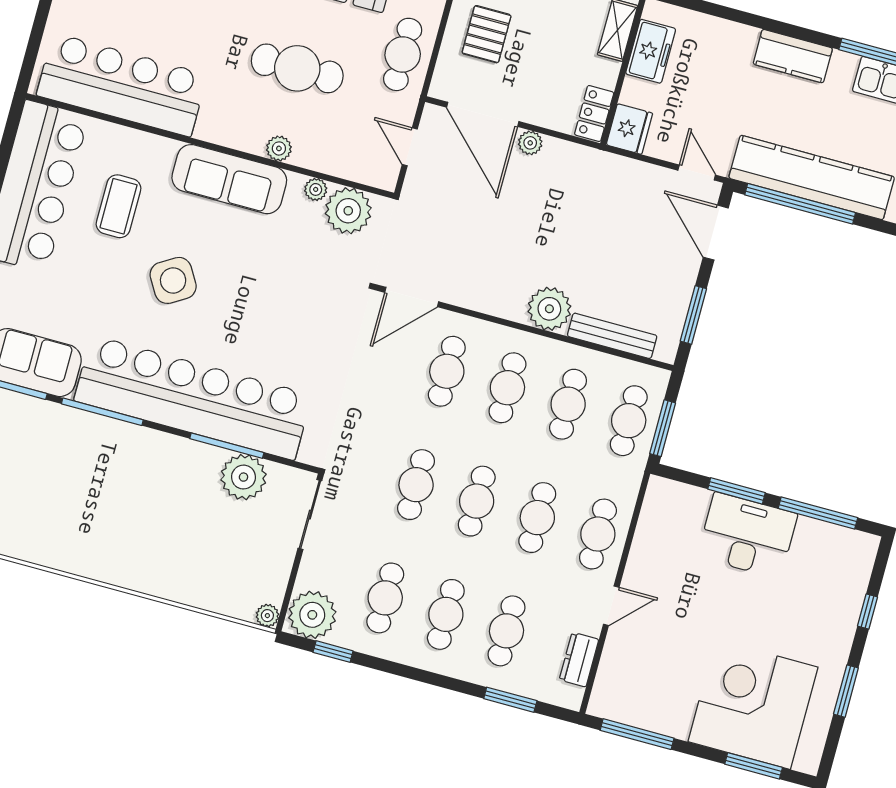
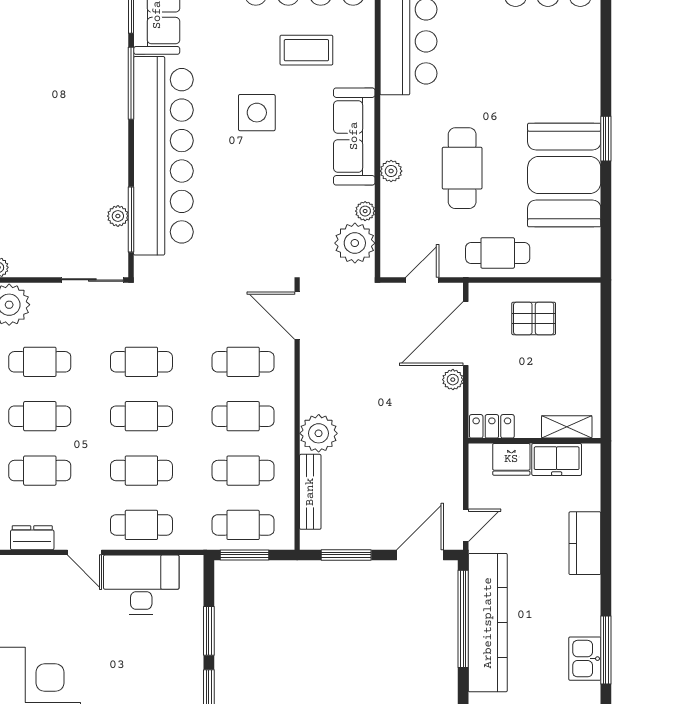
kitchen counter: (793, 56) -> (585, 543), moved
fridge: (629, 129) -> (511, 459), moved
side table: (173, 280) -> (257, 113), turned 31
window: (227, 446) -> (131, 220), moved
plant: (244, 477) -> (118, 216), width x0.53, depth x0.53
desk: (747, 535) -> (141, 585), moved, turned -90

